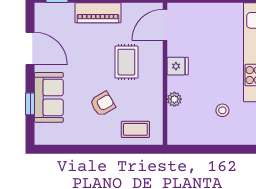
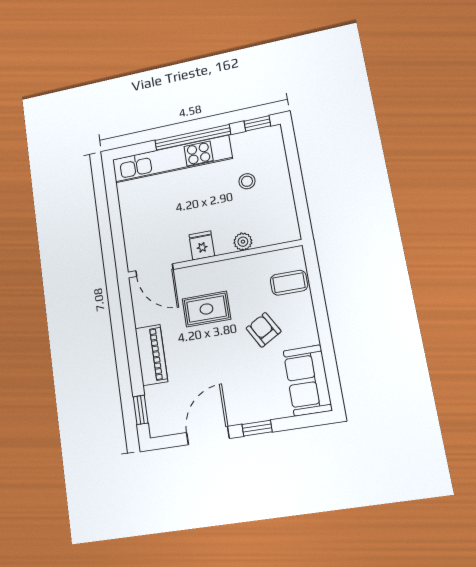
sofa: (49, 97) -> (308, 380), moved, turned -90
window: (30, 104) -> (257, 428), moved
coffee table: (135, 129) -> (289, 283), turned 90

